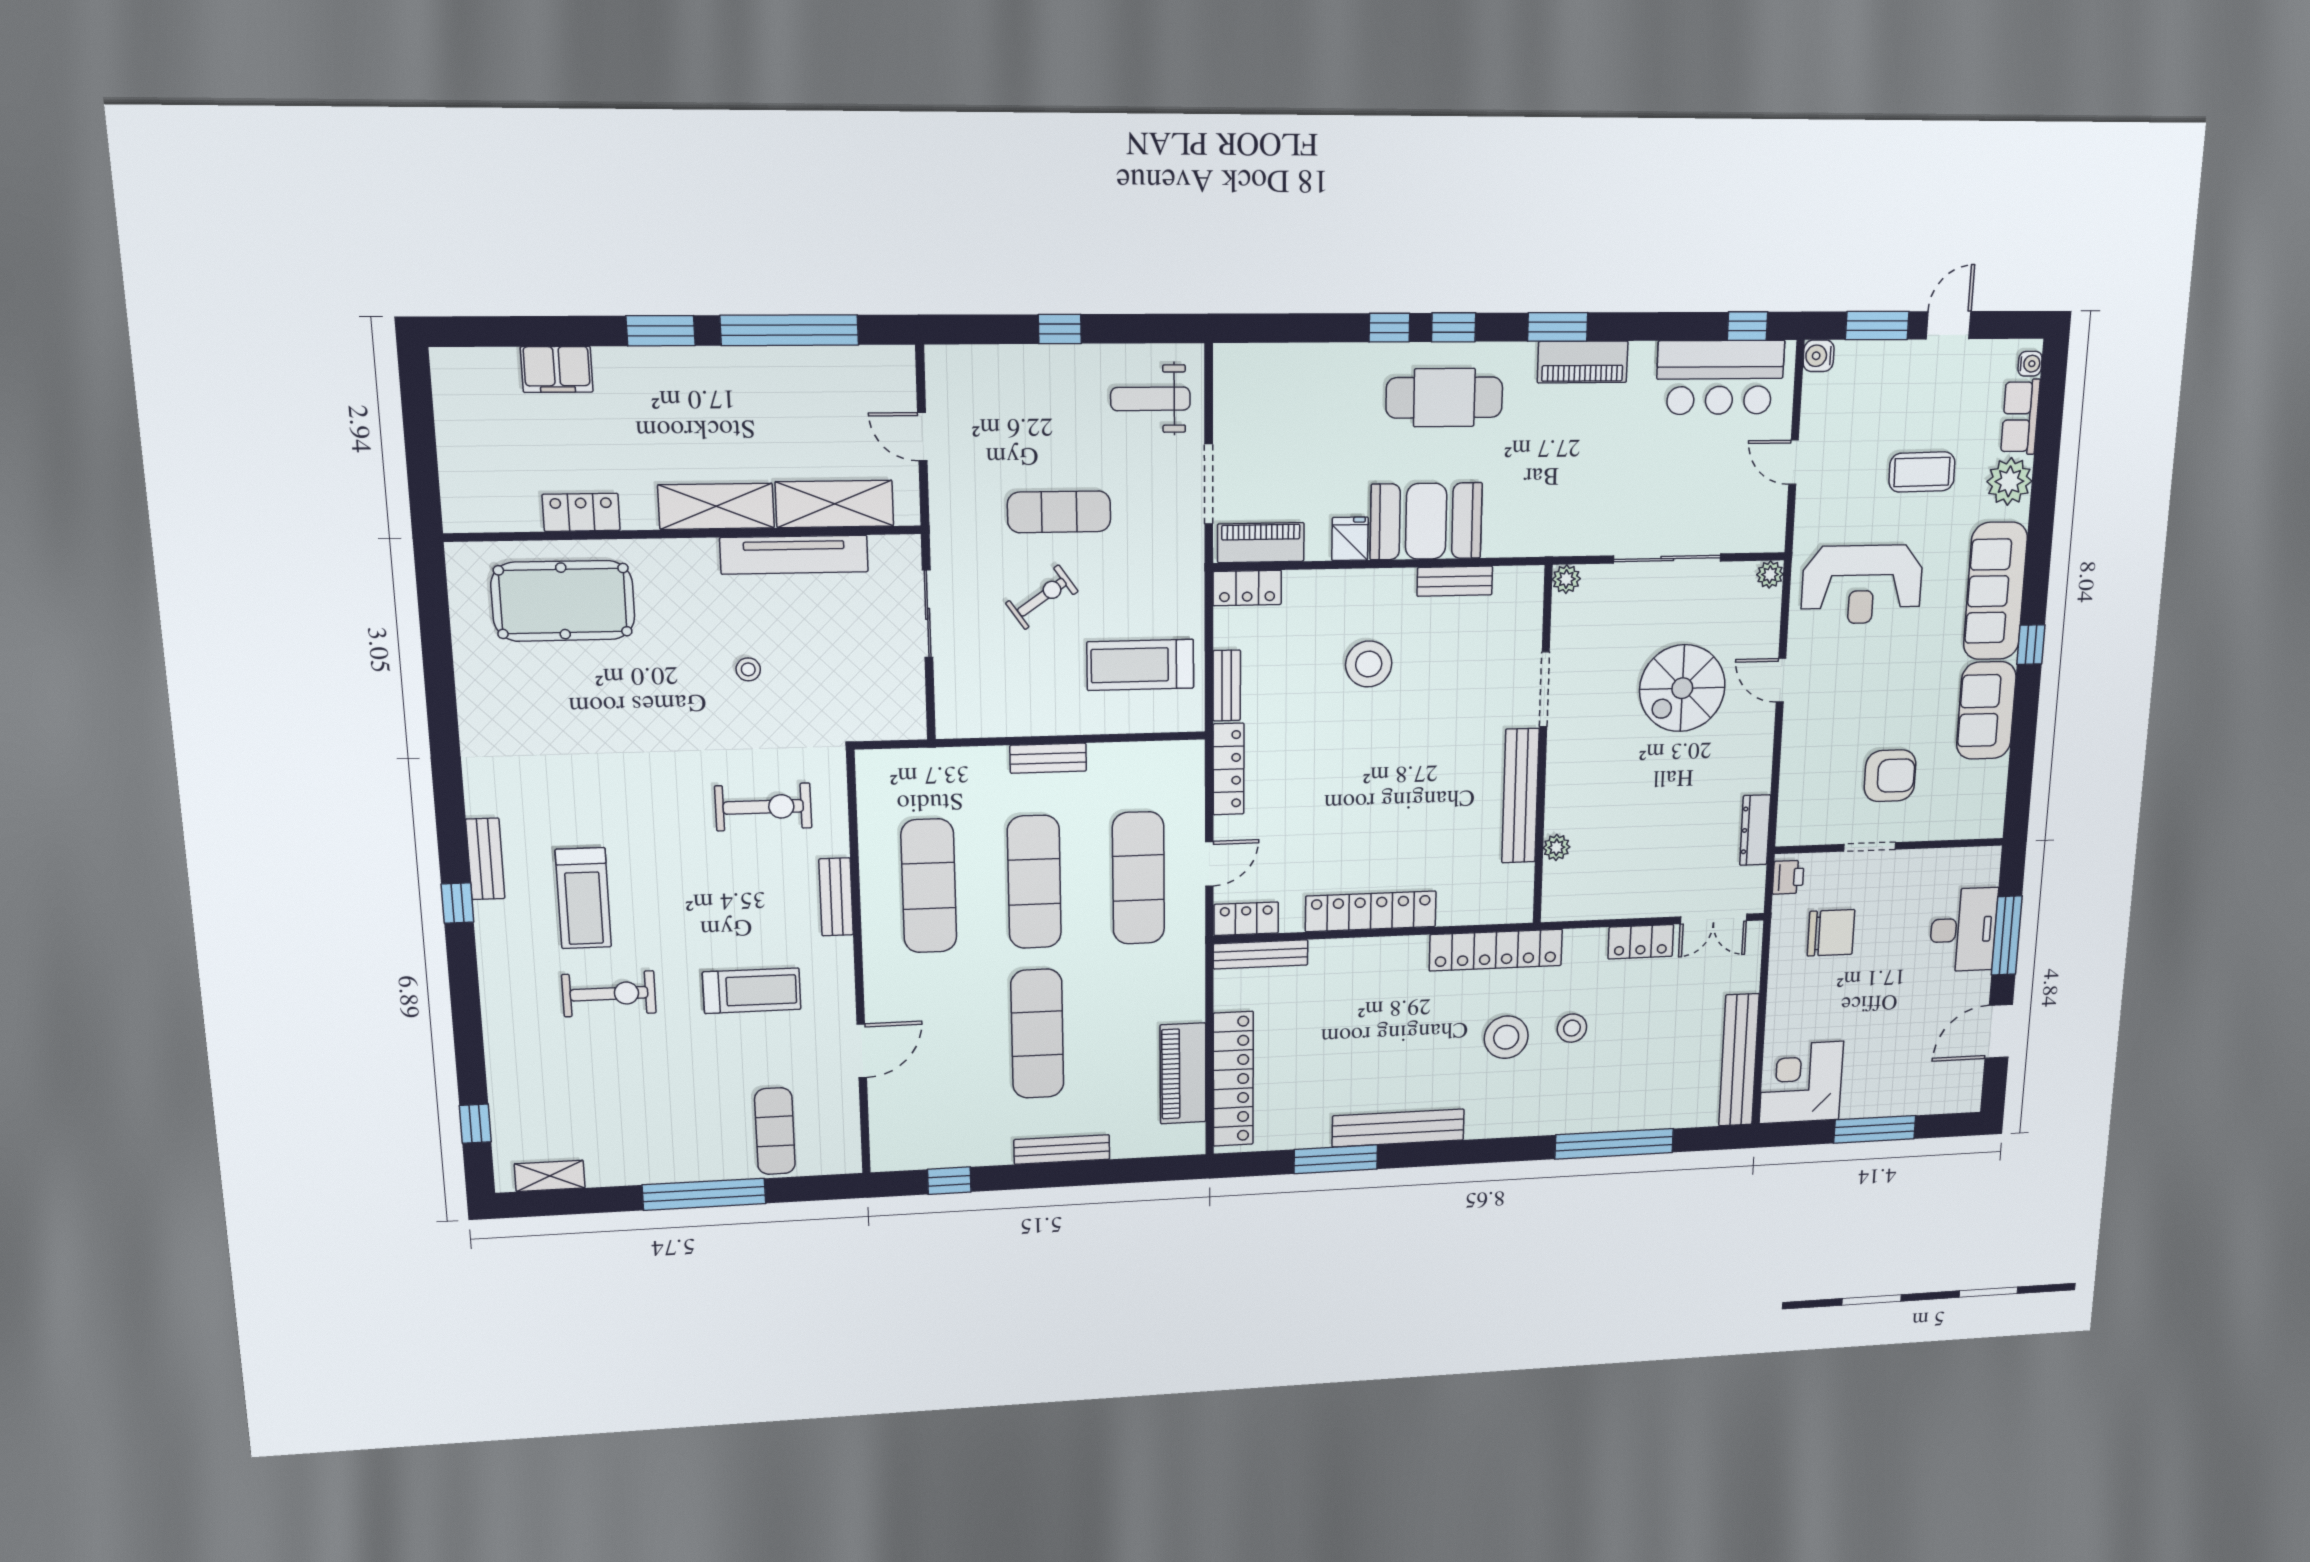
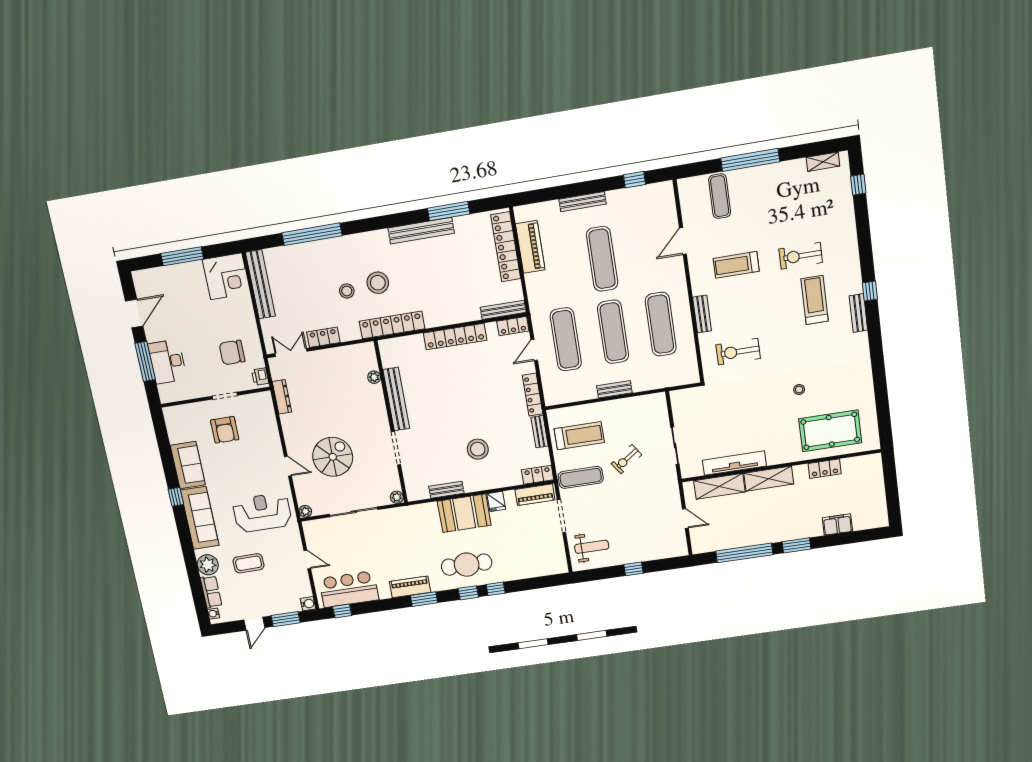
exercise mat: (1059, 512) -> (581, 477), moved
stool: (748, 669) -> (799, 389), moved
armchair: (1890, 776) -> (225, 430), turned -90

